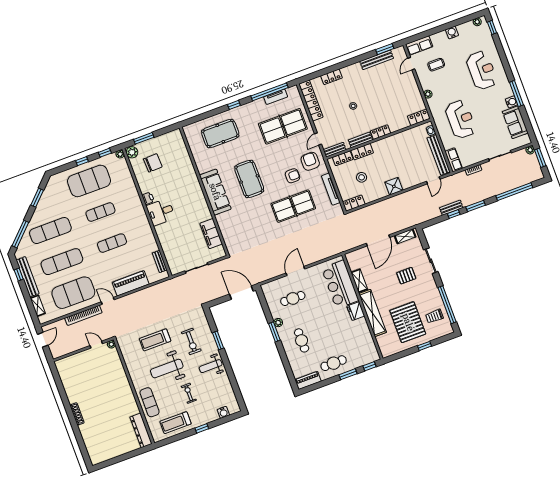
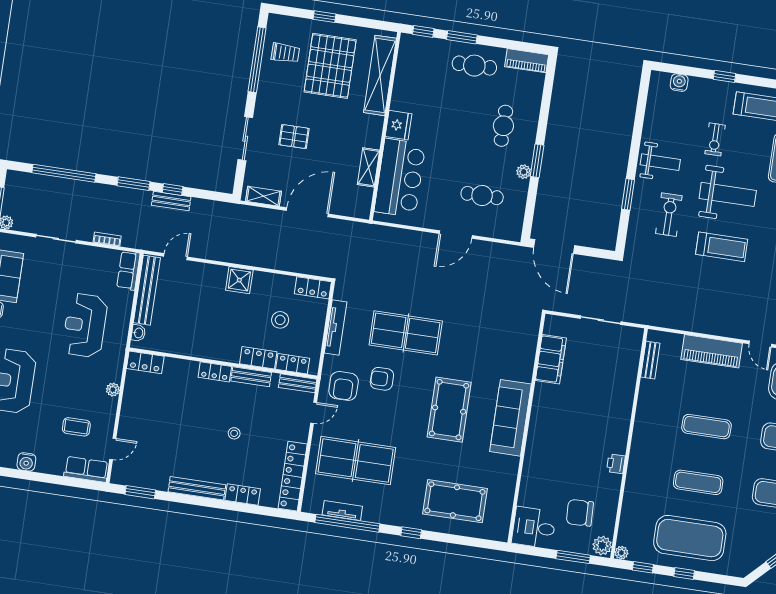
bench: (377, 60) -> (197, 488), moved
desk: (161, 212) -> (534, 528), moved, turned 180
shelving: (373, 313) -> (380, 75), moved

